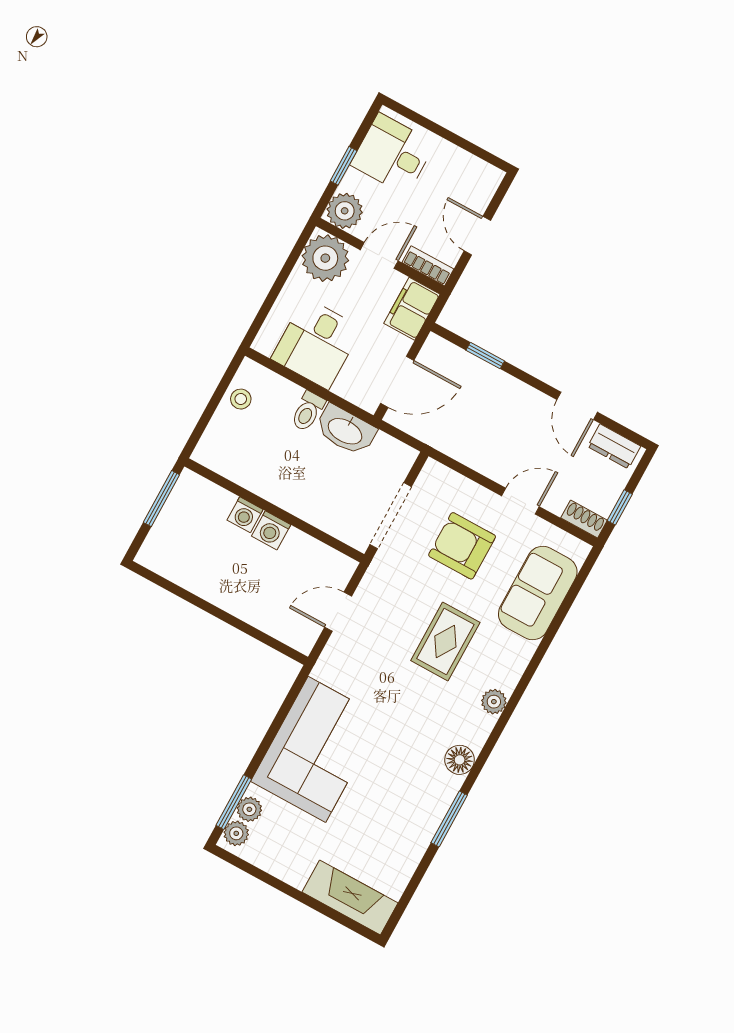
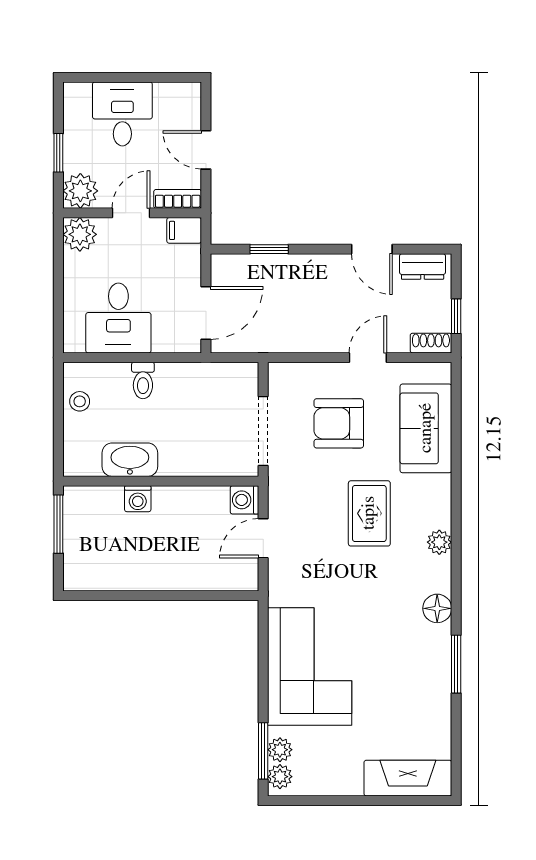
desk: (393, 154) -> (122, 114), moved, turned 90
plant: (325, 258) -> (80, 234), width x0.73, depth x0.73
filing cabinet: (412, 309) -> (184, 230), width x0.50
washbasin: (346, 430) -> (130, 460), moved, turned 180
washing machine: (271, 530) -> (244, 500), moved, turned 90

